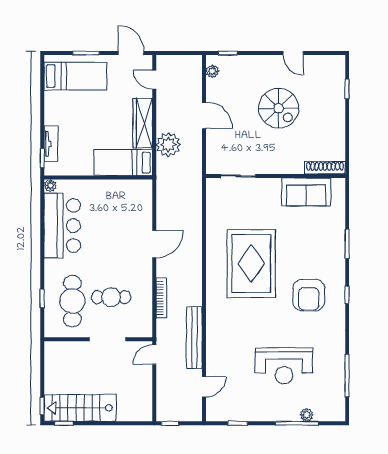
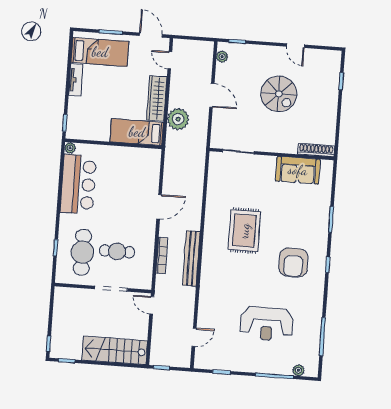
tv unit: (51, 144) -> (76, 80), moved
rug: (251, 264) -> (244, 231), width x0.73, depth x0.69
bench: (194, 338) -> (191, 258), moved
door: (154, 355) -> (152, 305), hinge flipped
stairs: (80, 408) -> (115, 350), moved
plant: (307, 415) -> (298, 370), moved

